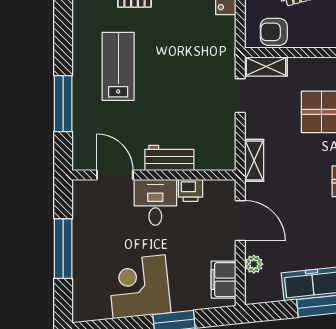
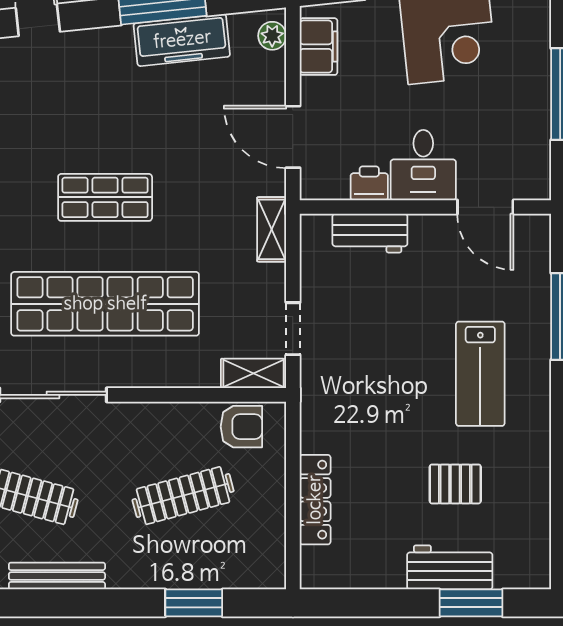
workbench: (169, 158) -> (370, 233), moved
plant: (254, 264) -> (272, 36), moved

